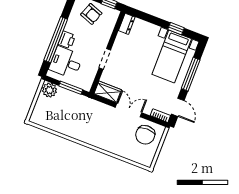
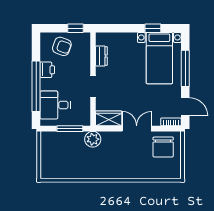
dresser: (127, 24) -> (101, 56), moved
printer: (67, 40) -> (47, 70), moved
plant: (49, 90) -> (93, 139), moved

